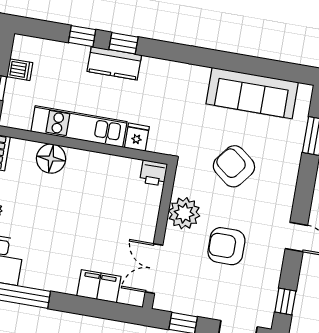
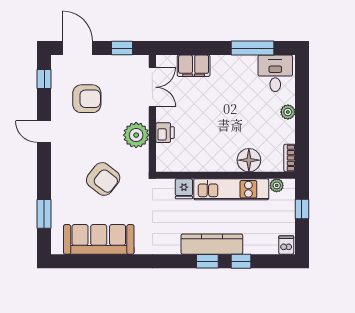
kitchen counter: (114, 63) -> (212, 244), width x1.50
dishwasher: (20, 70) -> (286, 245), moved, turned 90
plant: (22, 122) -> (277, 185), added
printer: (154, 173) -> (165, 133), moved, turned 90
armchair: (226, 246) -> (87, 99), moved

